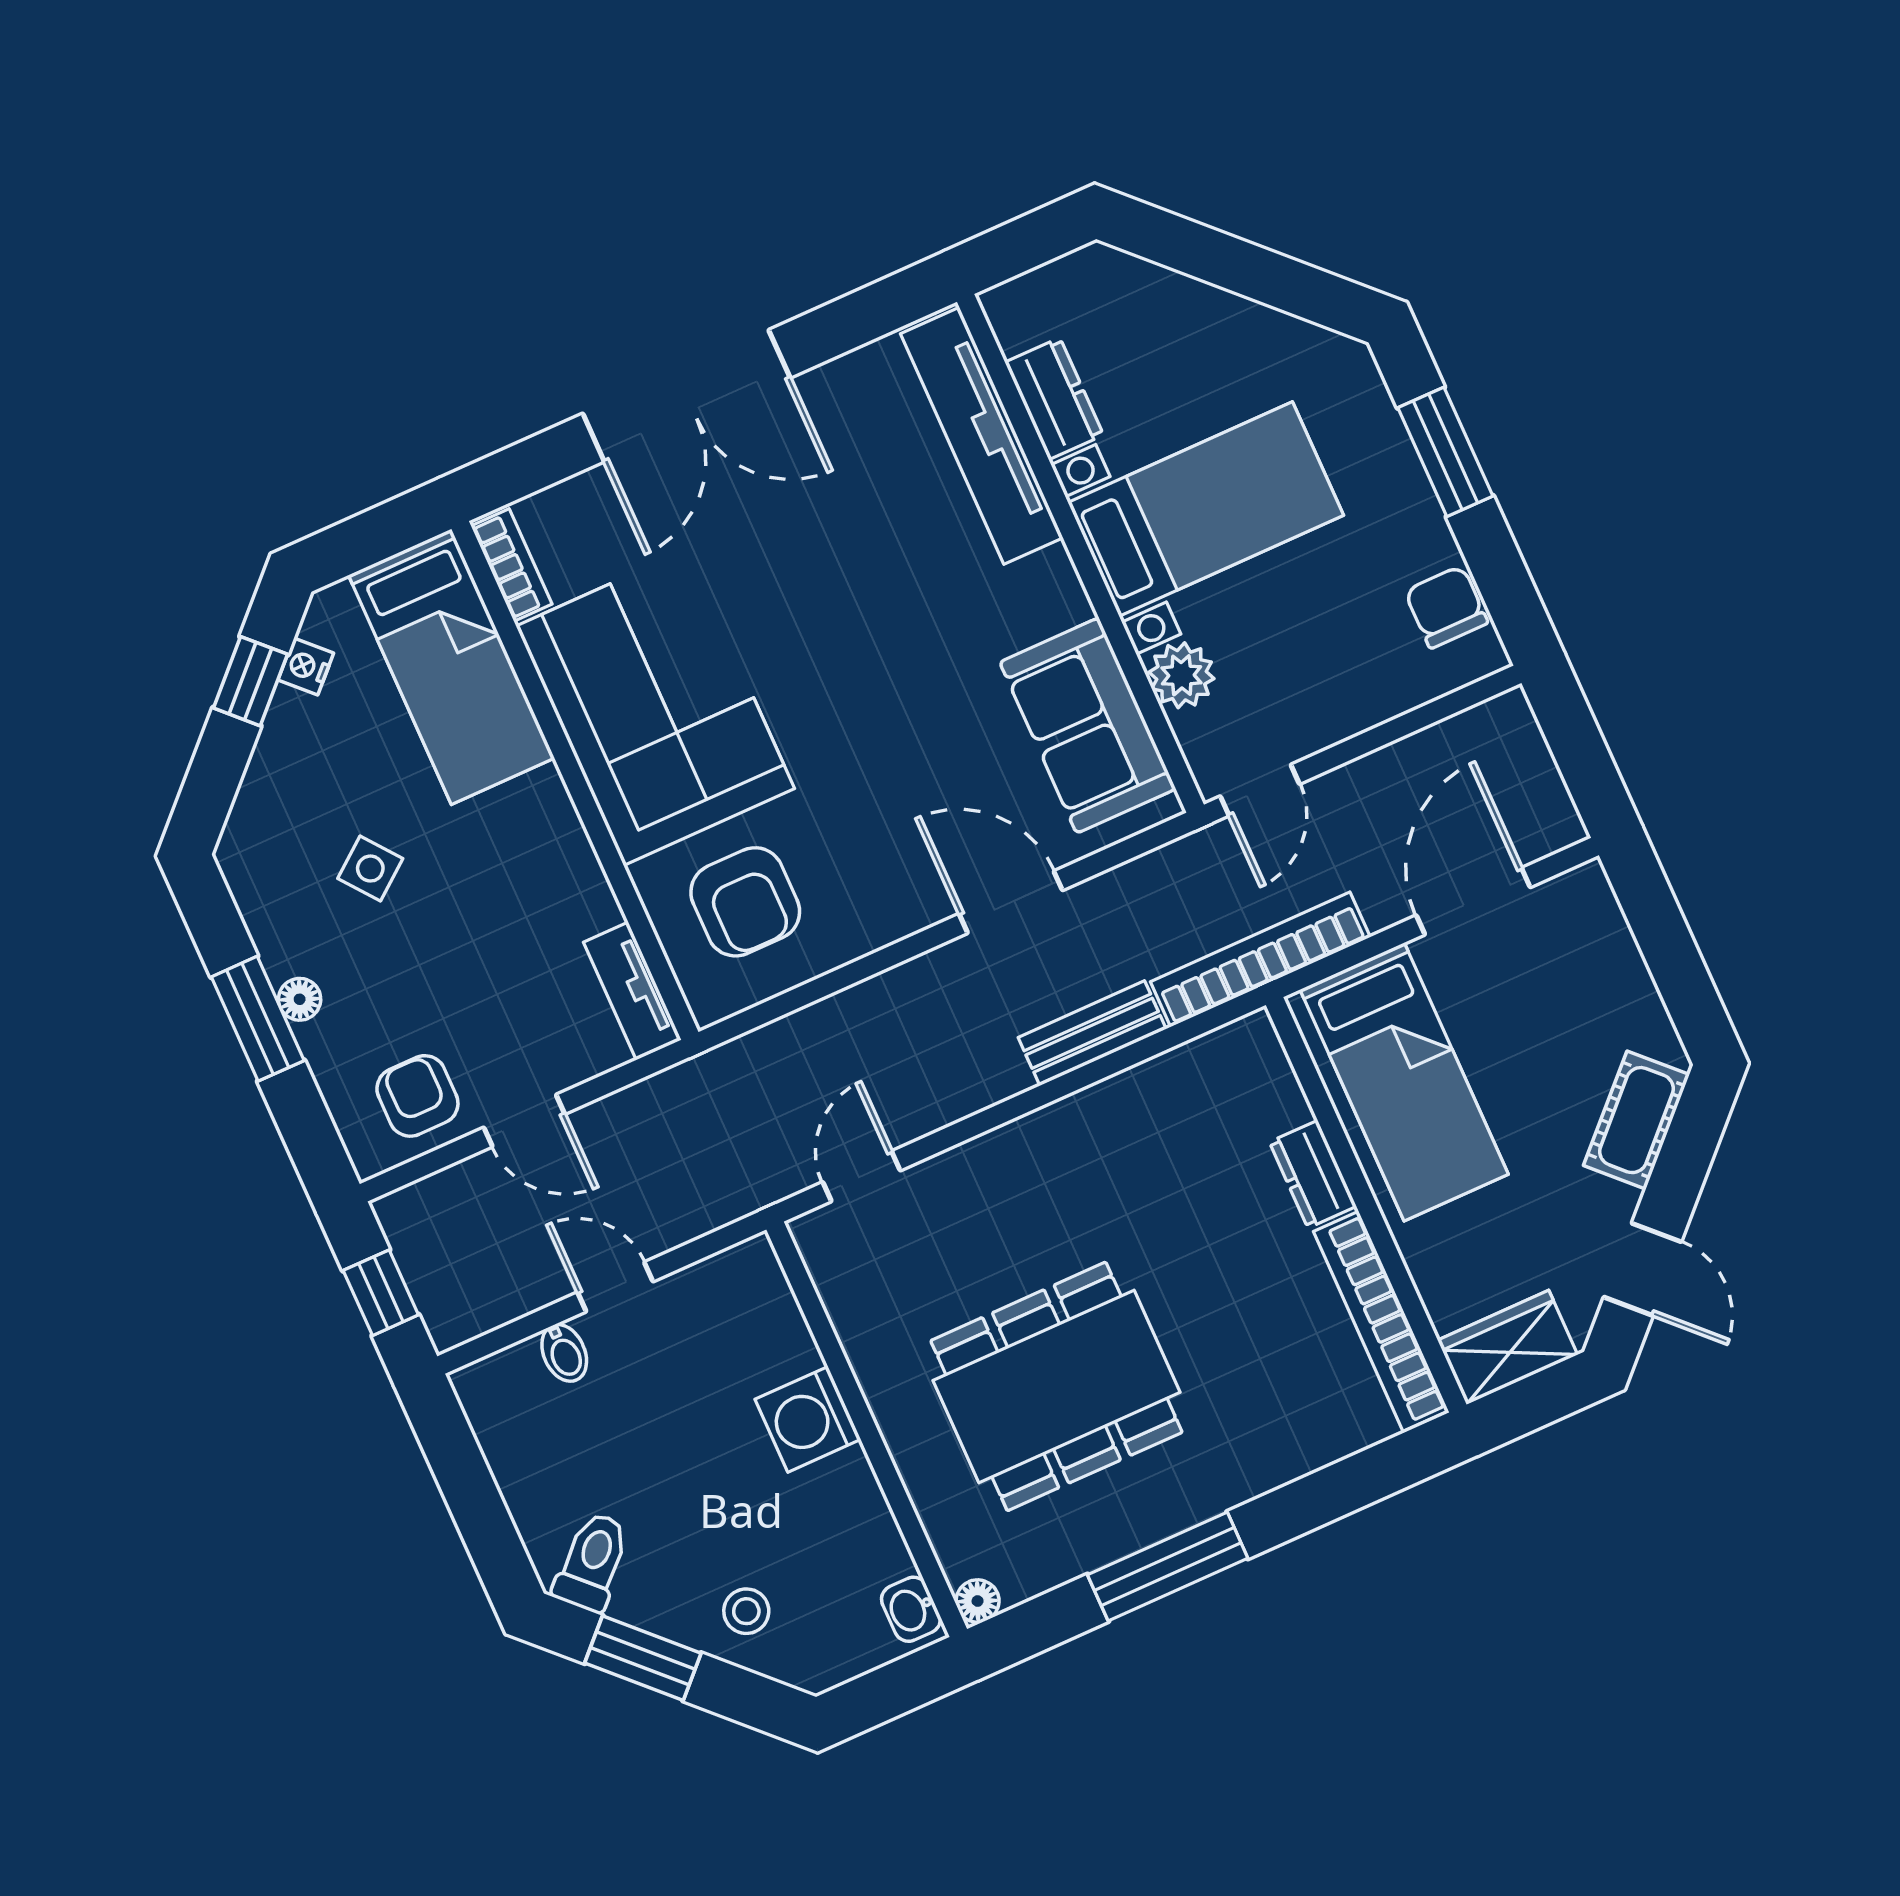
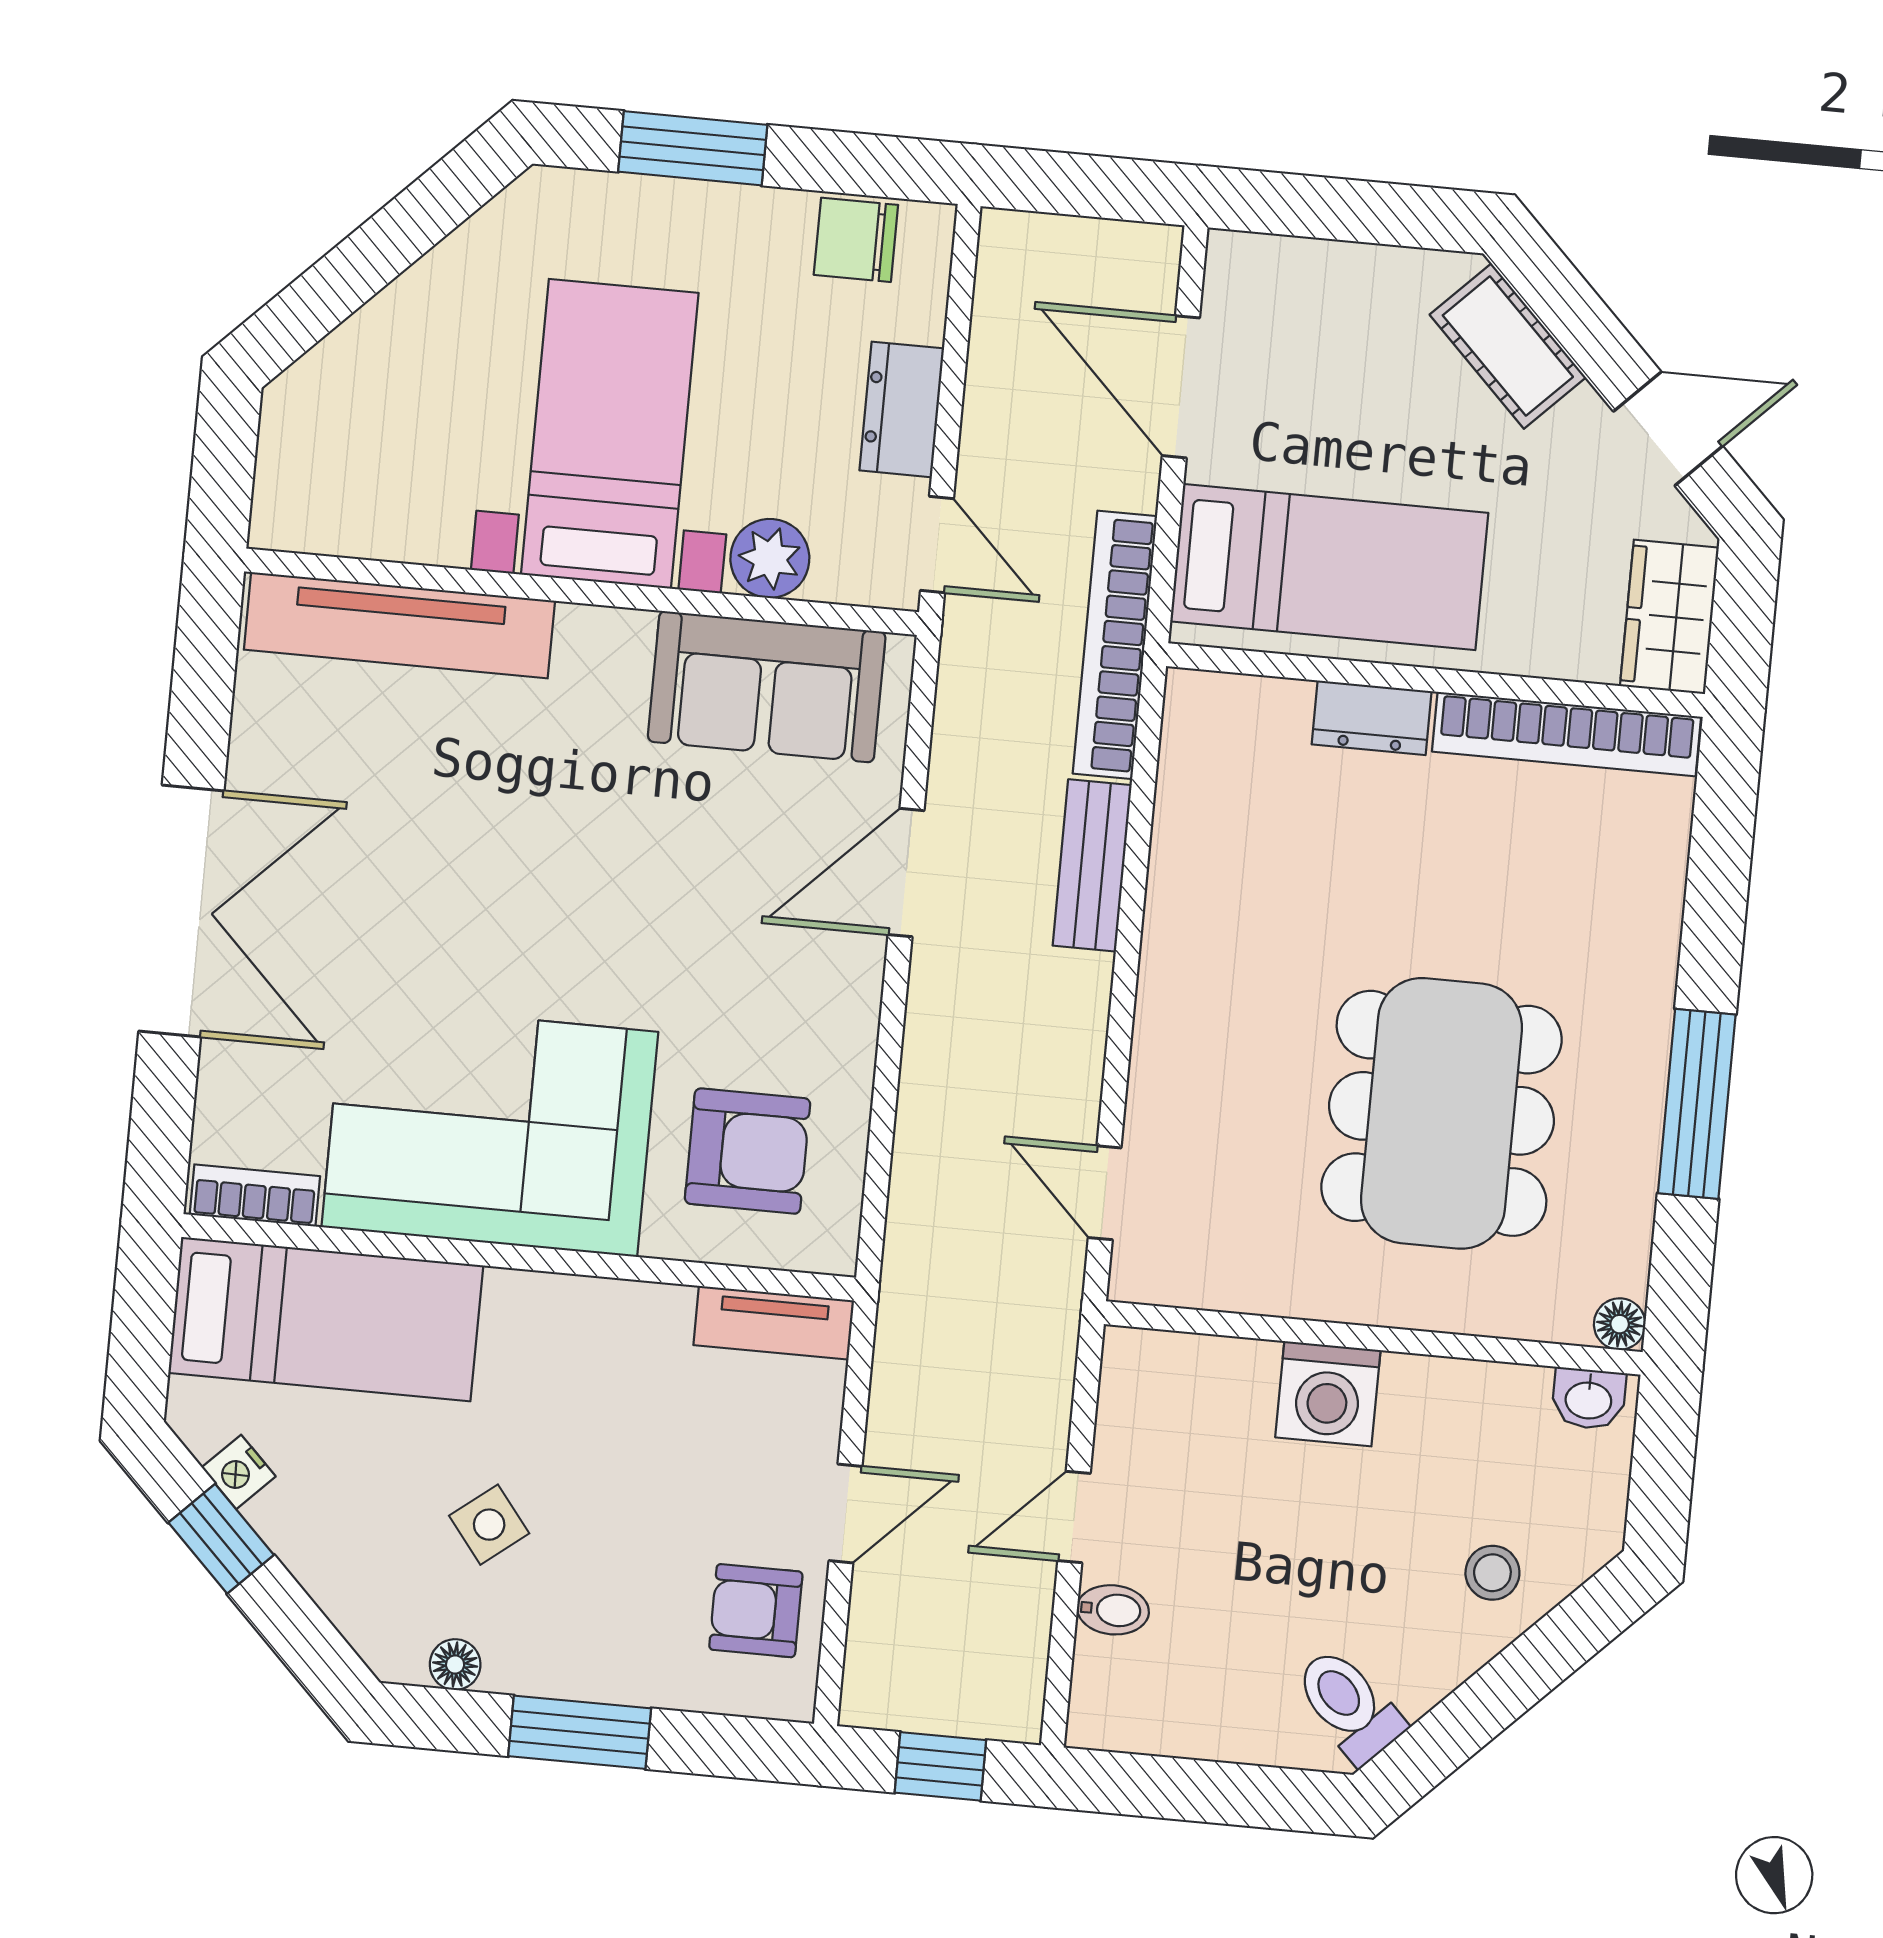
dresser: (1054, 399) -> (902, 409), moved, turned -90
floor lamp: (300, 999) -> (455, 1665), moved
window: (643, 1658) -> (1480, 1709), removed

